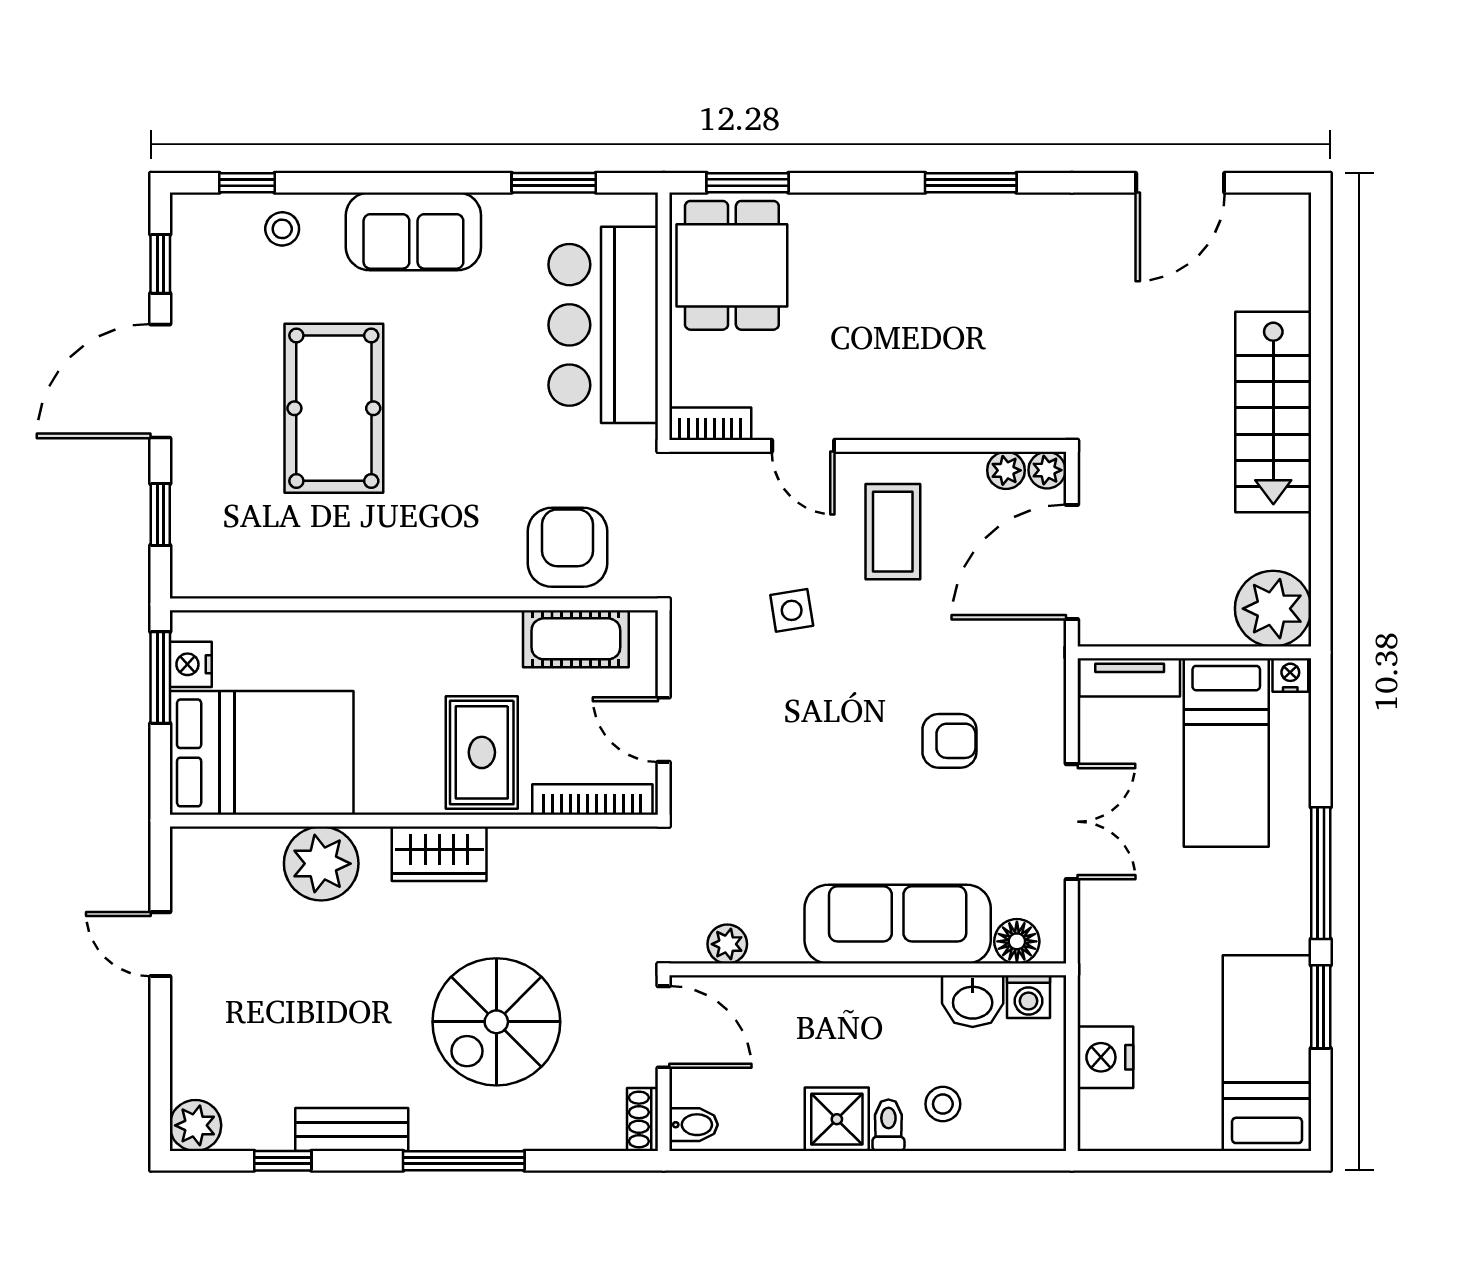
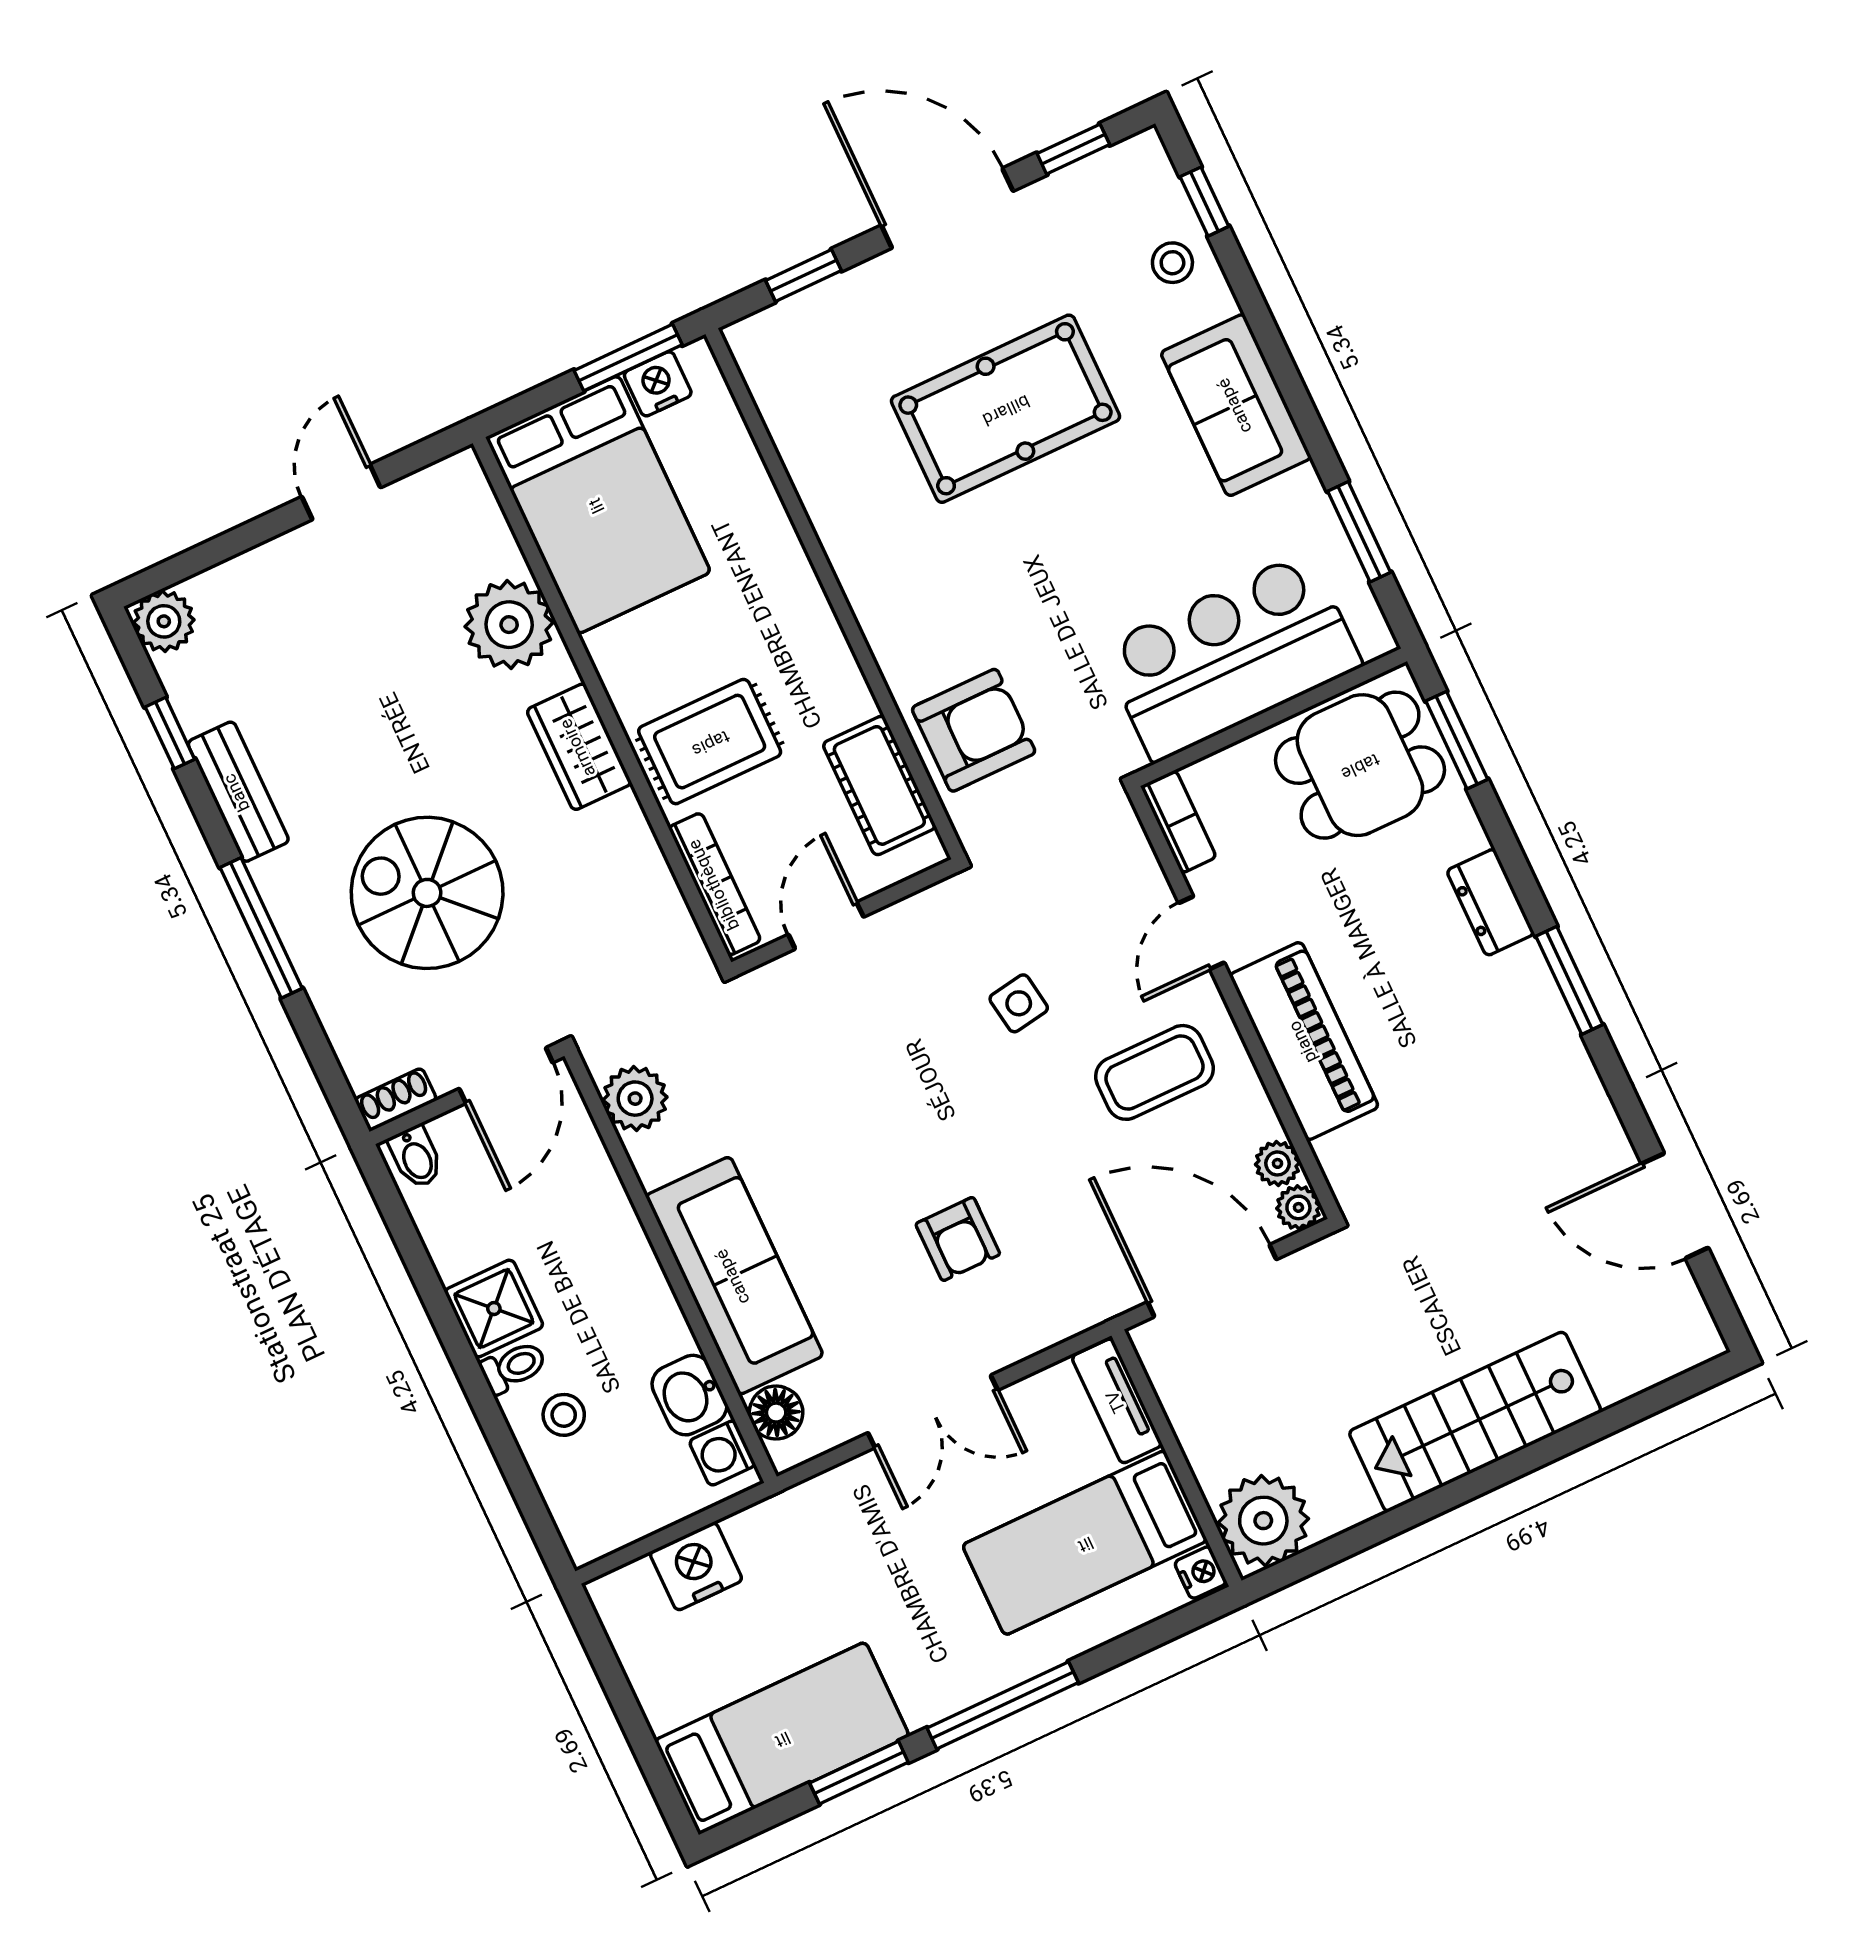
dresser: (883, 215) -> (1490, 902), added
piano: (922, 406) -> (1304, 1041), added
plant: (727, 944) -> (635, 1099), width x1.38, depth x1.38

